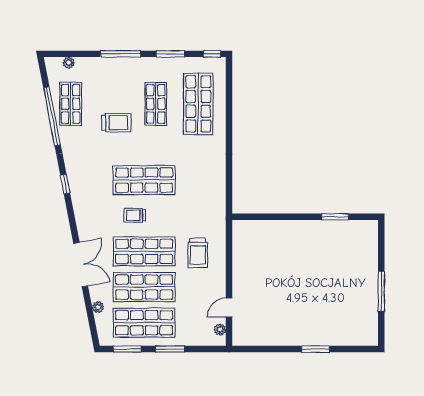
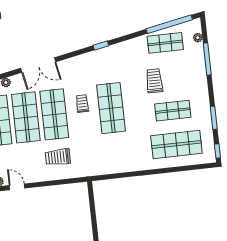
window: (121, 54) -> (207, 59), moved
window: (52, 116) -> (169, 24), moved
trolley: (116, 123) -> (154, 81), turned 180

